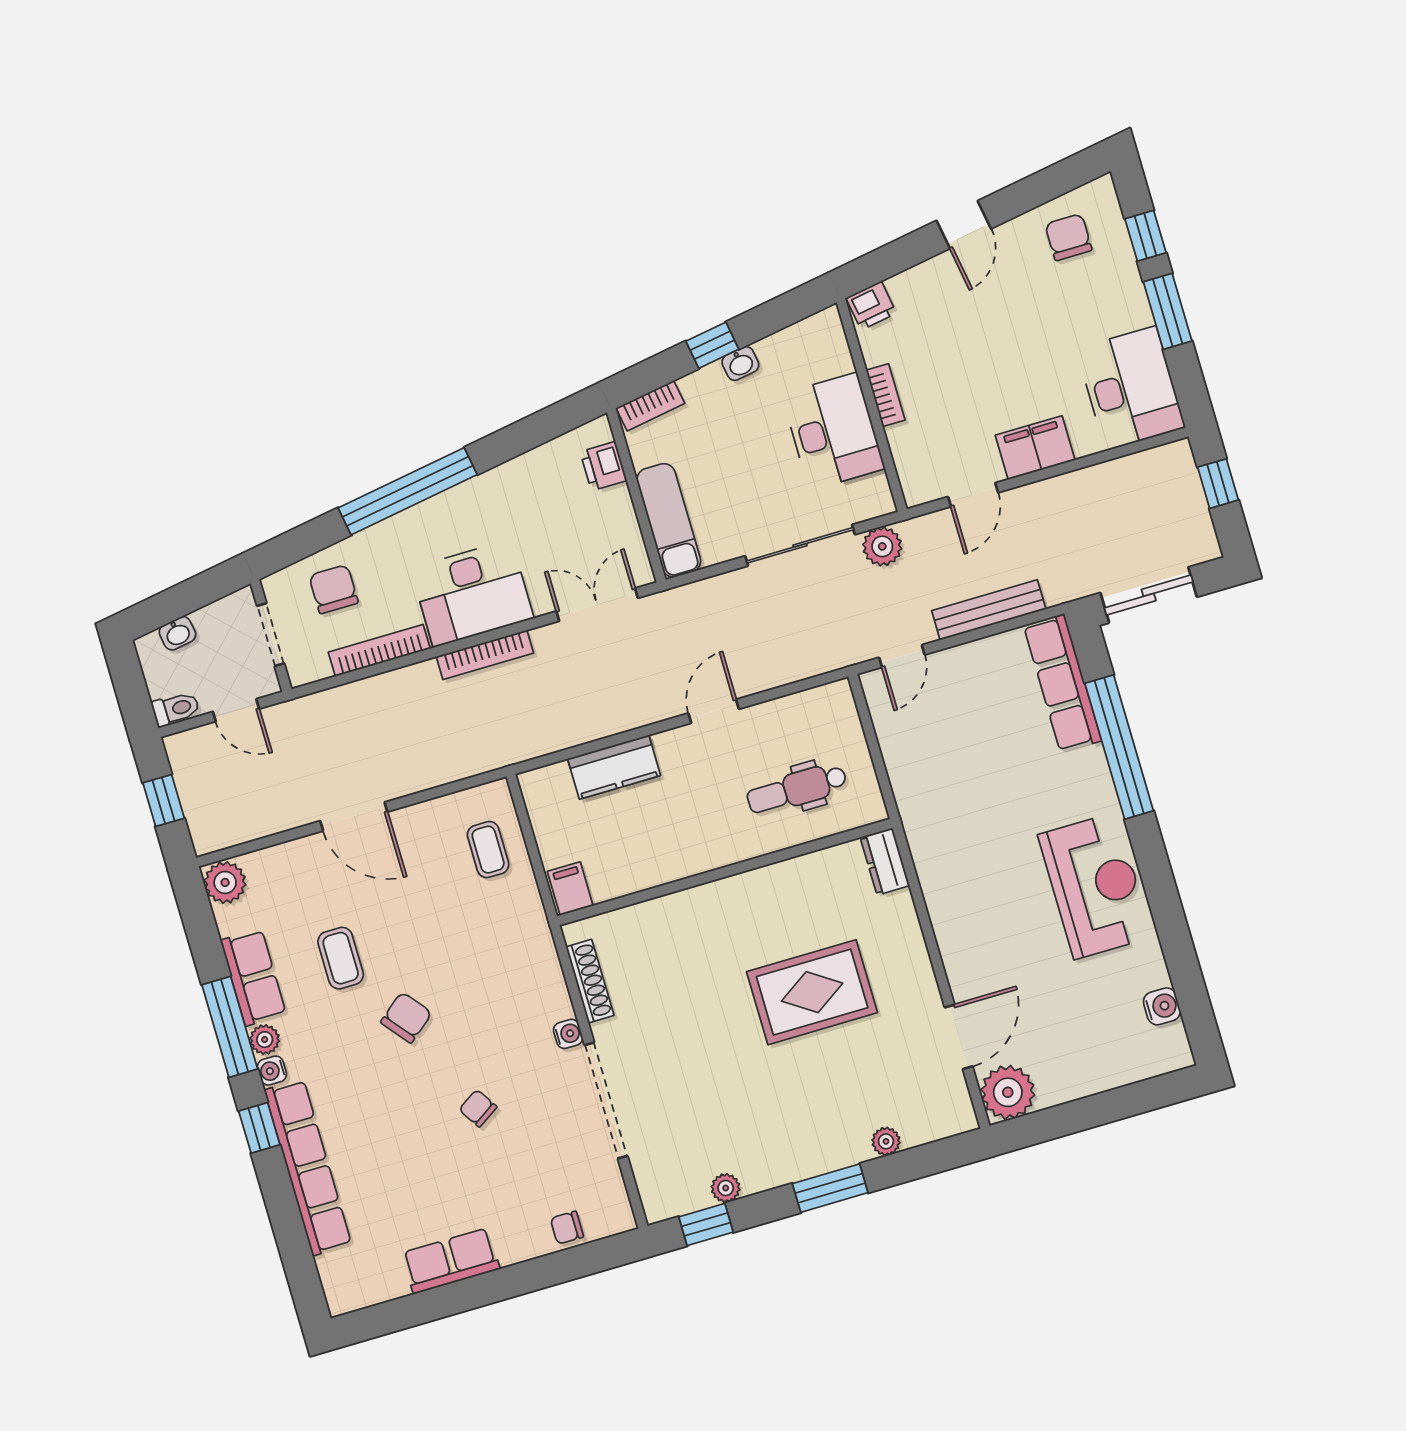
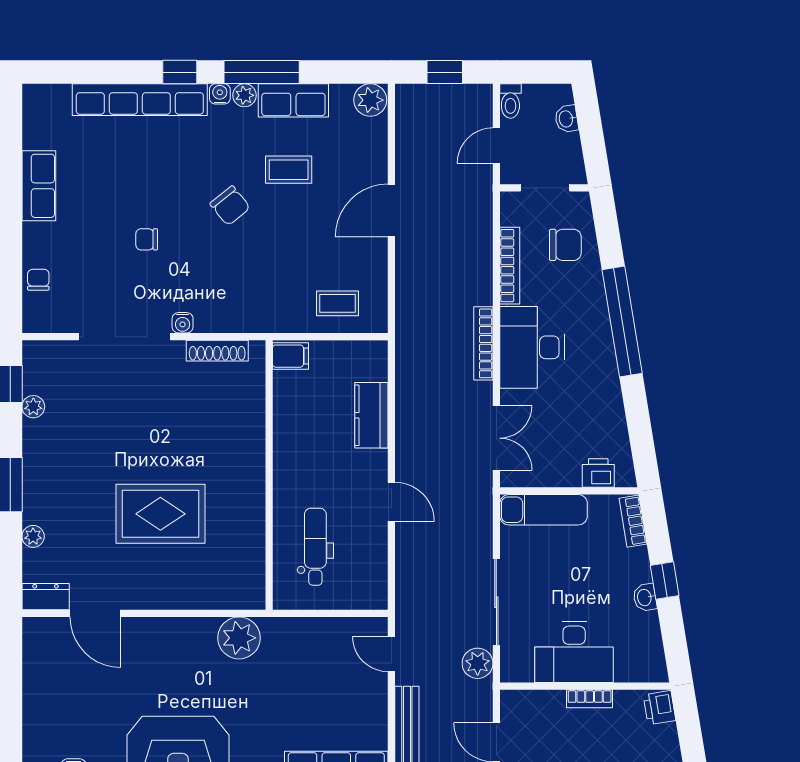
dresser: (885, 861) -> (46, 597), moved
rug: (812, 992) -> (160, 514), turned 90
plant: (1008, 1092) -> (239, 638), moved
chair: (478, 1108) -> (147, 239), turned -147

